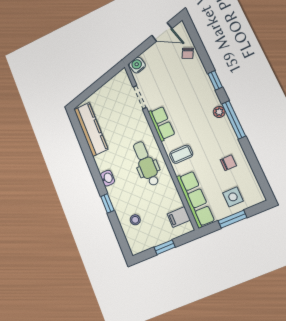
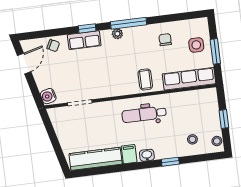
row of seats: (162, 123) -> (84, 40), moved, turned 180
filing cabinet: (179, 217) -> (129, 154), moved, turned 180
stool: (140, 246) -> (217, 141), added

